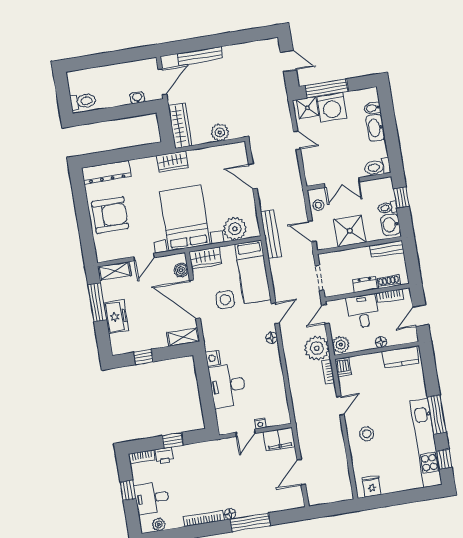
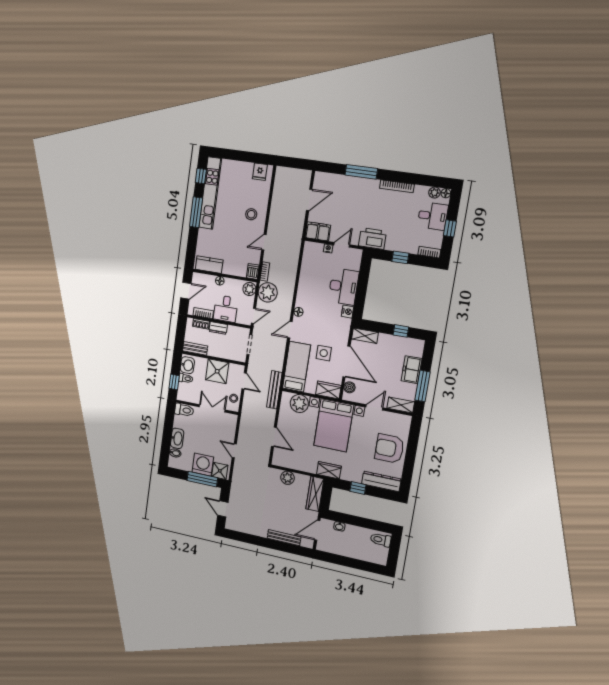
window: (131, 153) -> (358, 488), added
printer: (164, 456) -> (372, 238), moved, width x1.87, depth x1.48
floor lamp: (230, 514) -> (446, 193), moved

